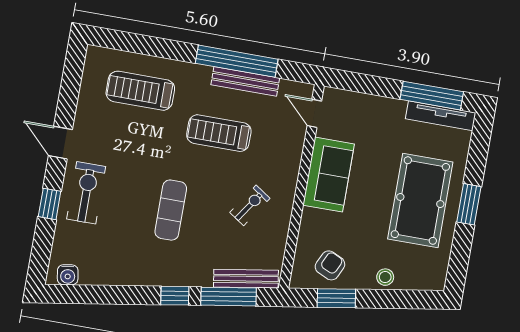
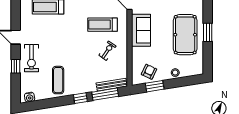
treadmill: (219, 133) -> (102, 25), moved
exercise bike: (86, 193) -> (31, 58), turned 180
exercise mat: (171, 210) -> (58, 80), moved

